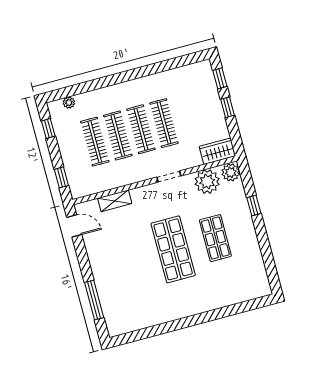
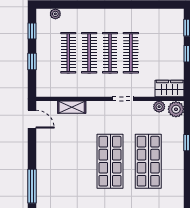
window: (61, 177) -> (32, 61), moved
plant: (207, 182) -> (159, 107), width x0.53, depth x0.53
shop shelf: (215, 238) -> (148, 161), width x1.43, depth x1.36

